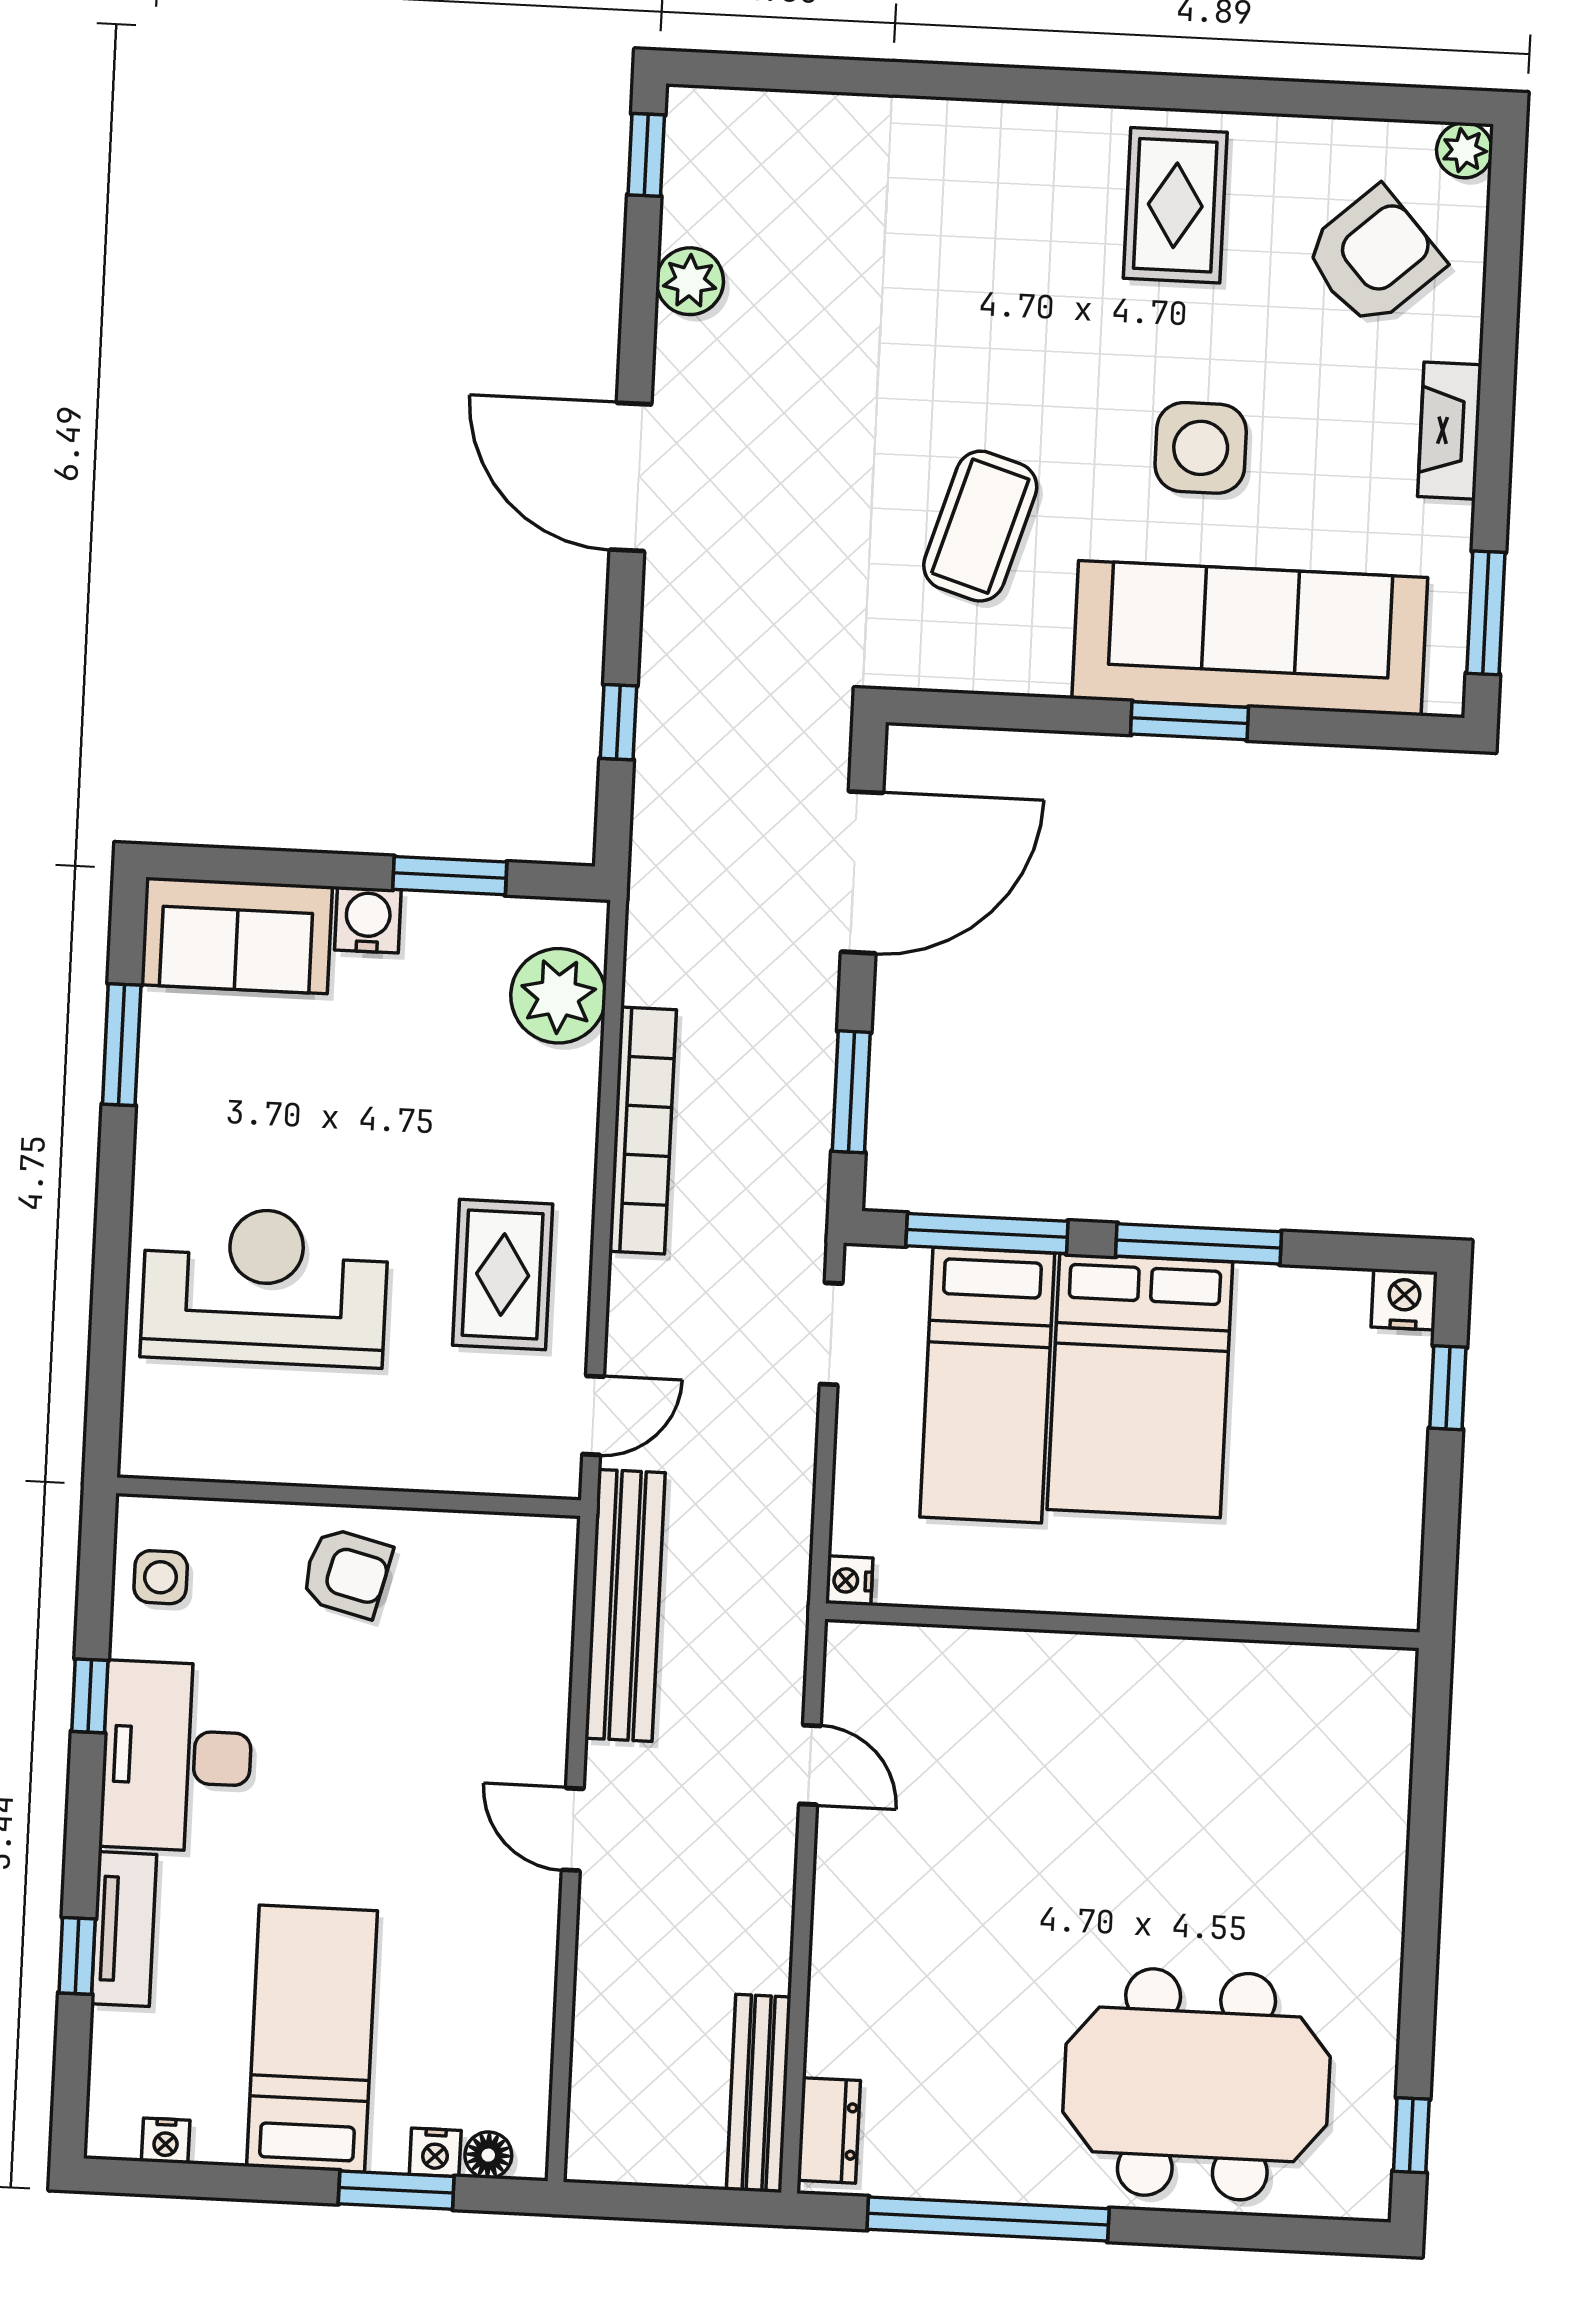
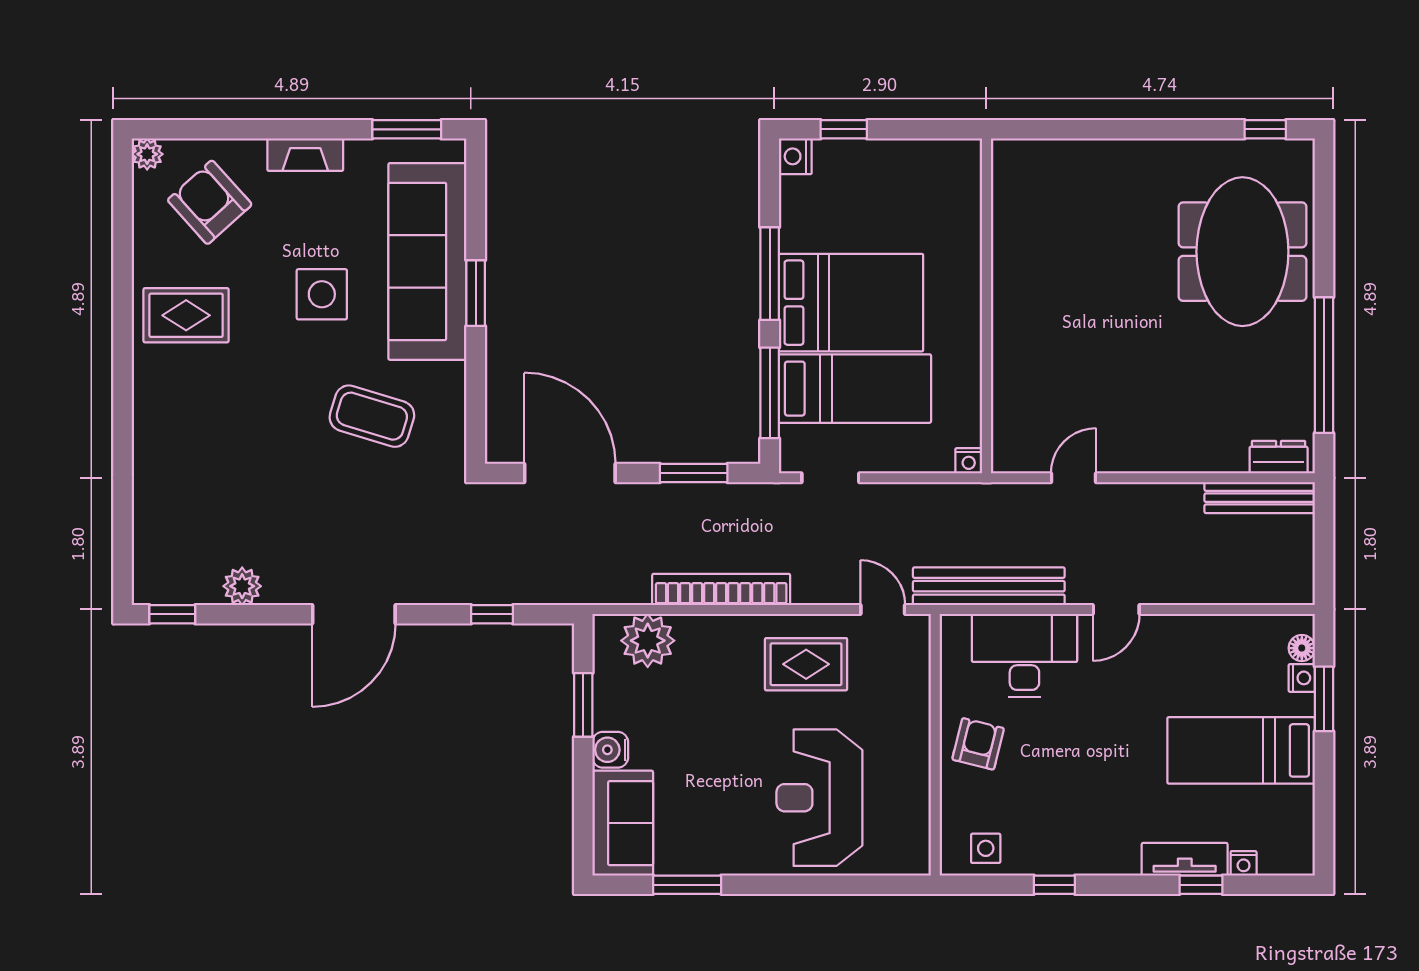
desk: (177, 1756) -> (1024, 655), moved, turned 180
nightstand: (166, 2141) -> (1244, 863), moved, turned 90

